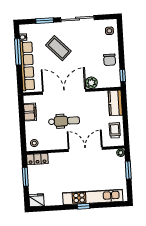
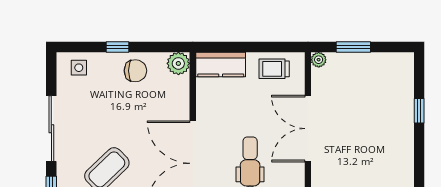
window: (123, 75) -> (117, 47), moved
plant: (91, 83) -> (178, 63), moved
kitchen unit: (93, 197) -> (402, 120), removed
window: (84, 206) -> (419, 111), moved

